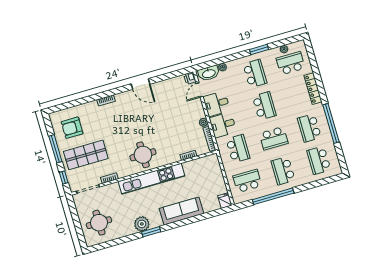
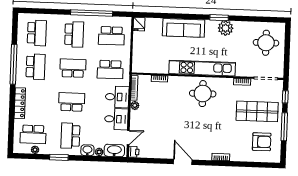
washbasin: (234, 65) -> (87, 150), added
school desk: (264, 106) -> (72, 102), turned 90
school desk: (238, 149) -> (110, 70), turned -90

